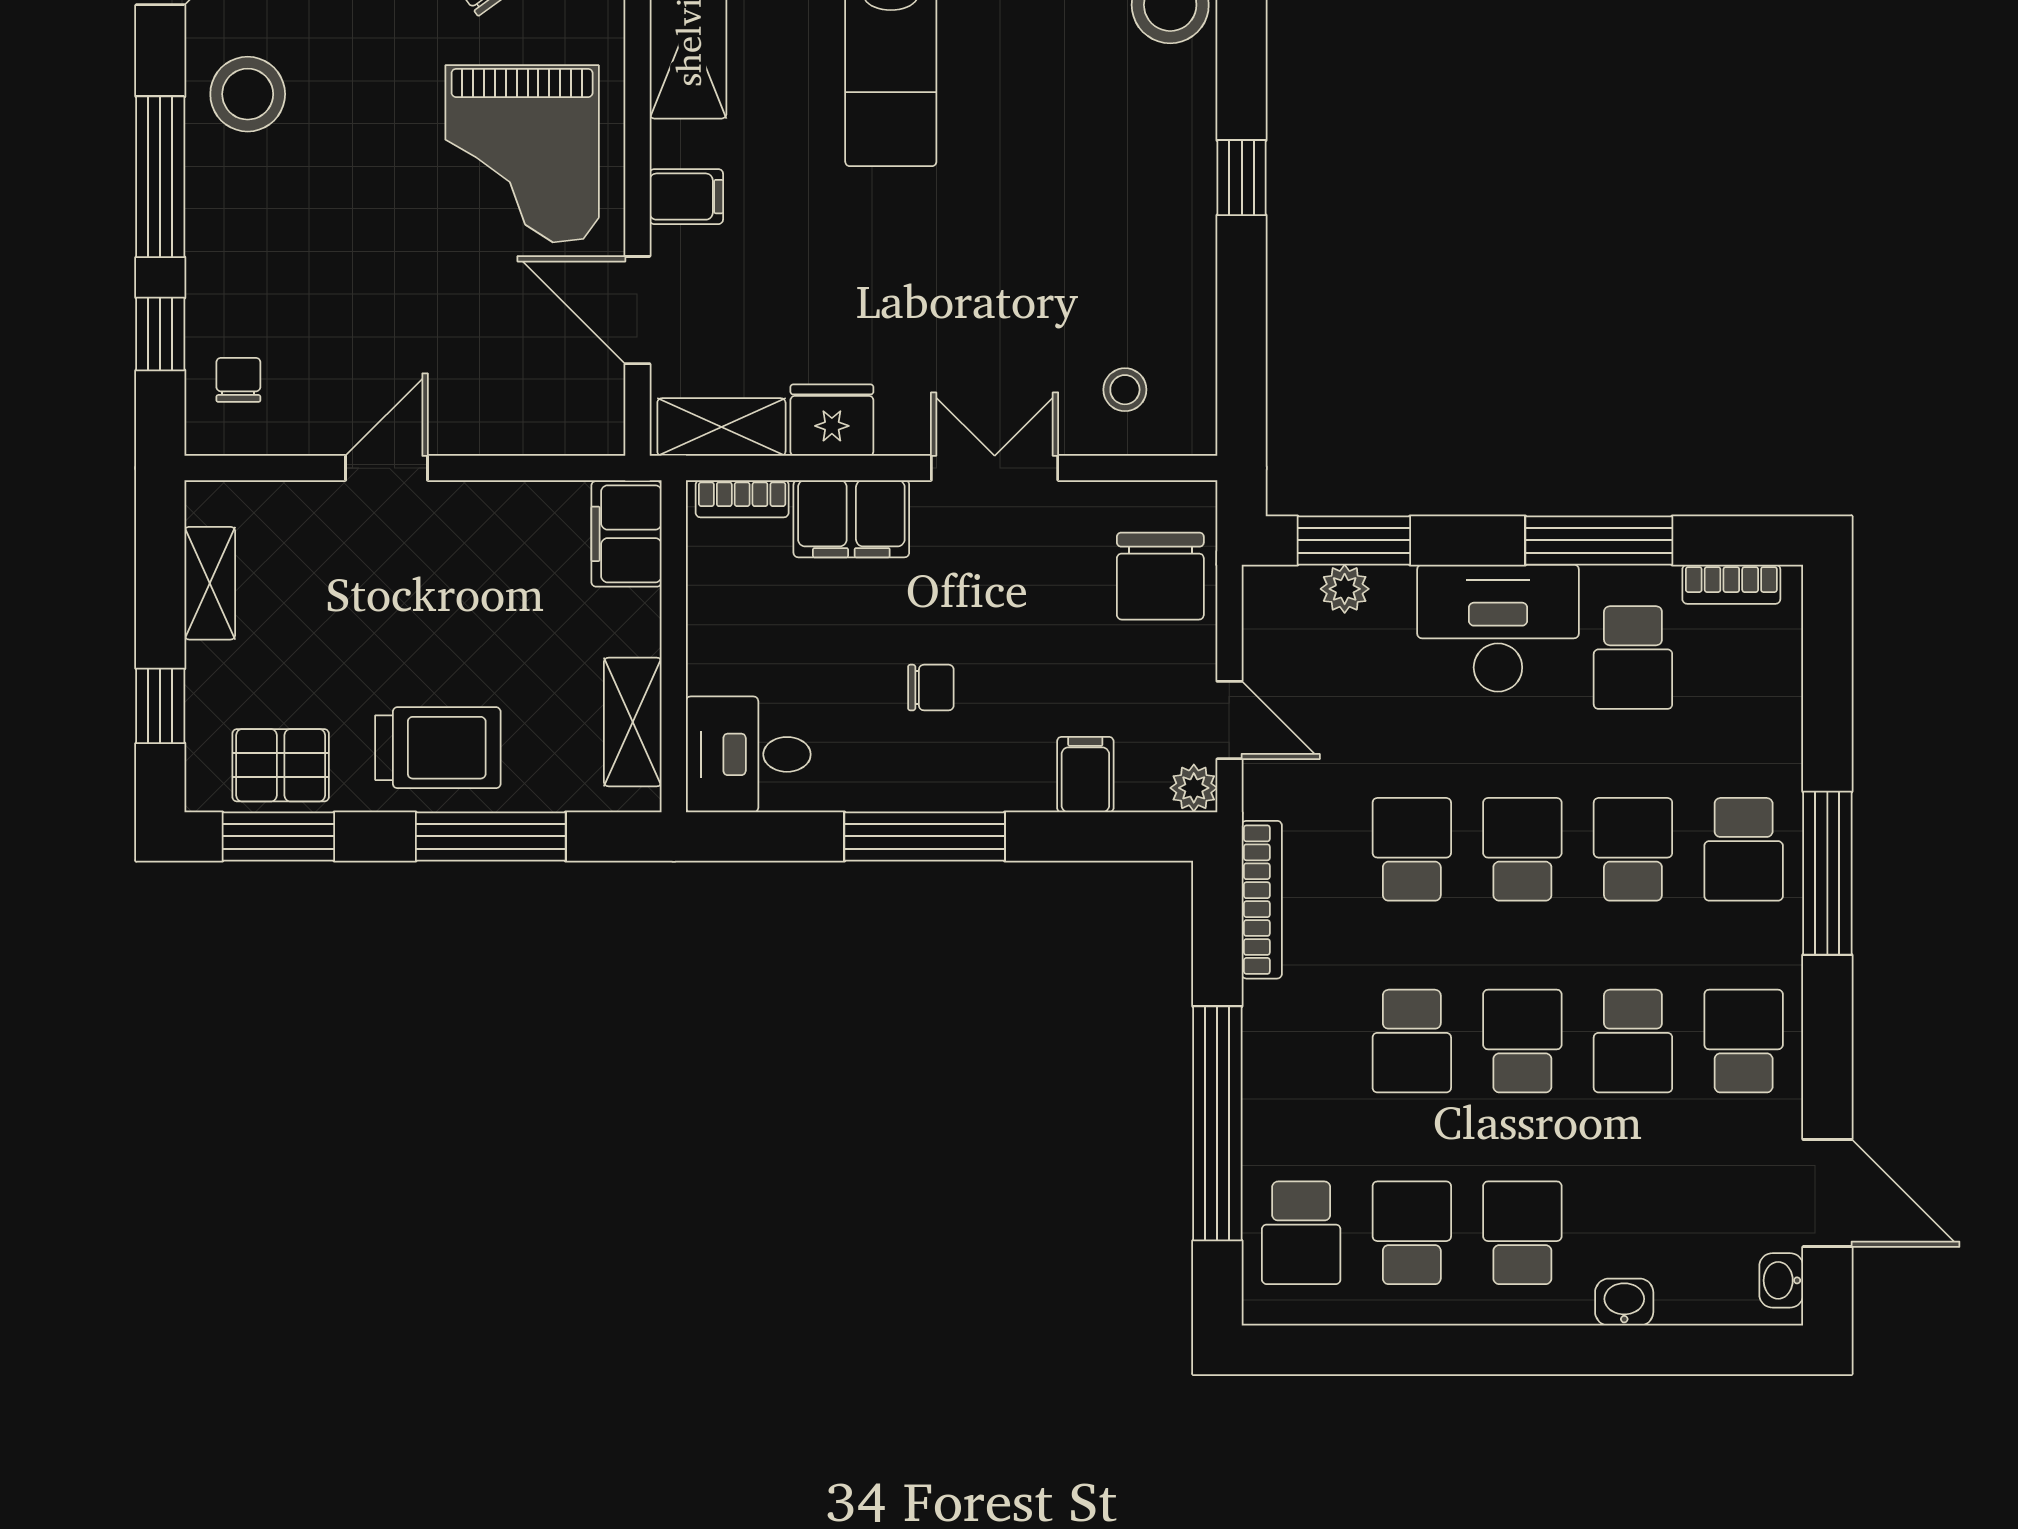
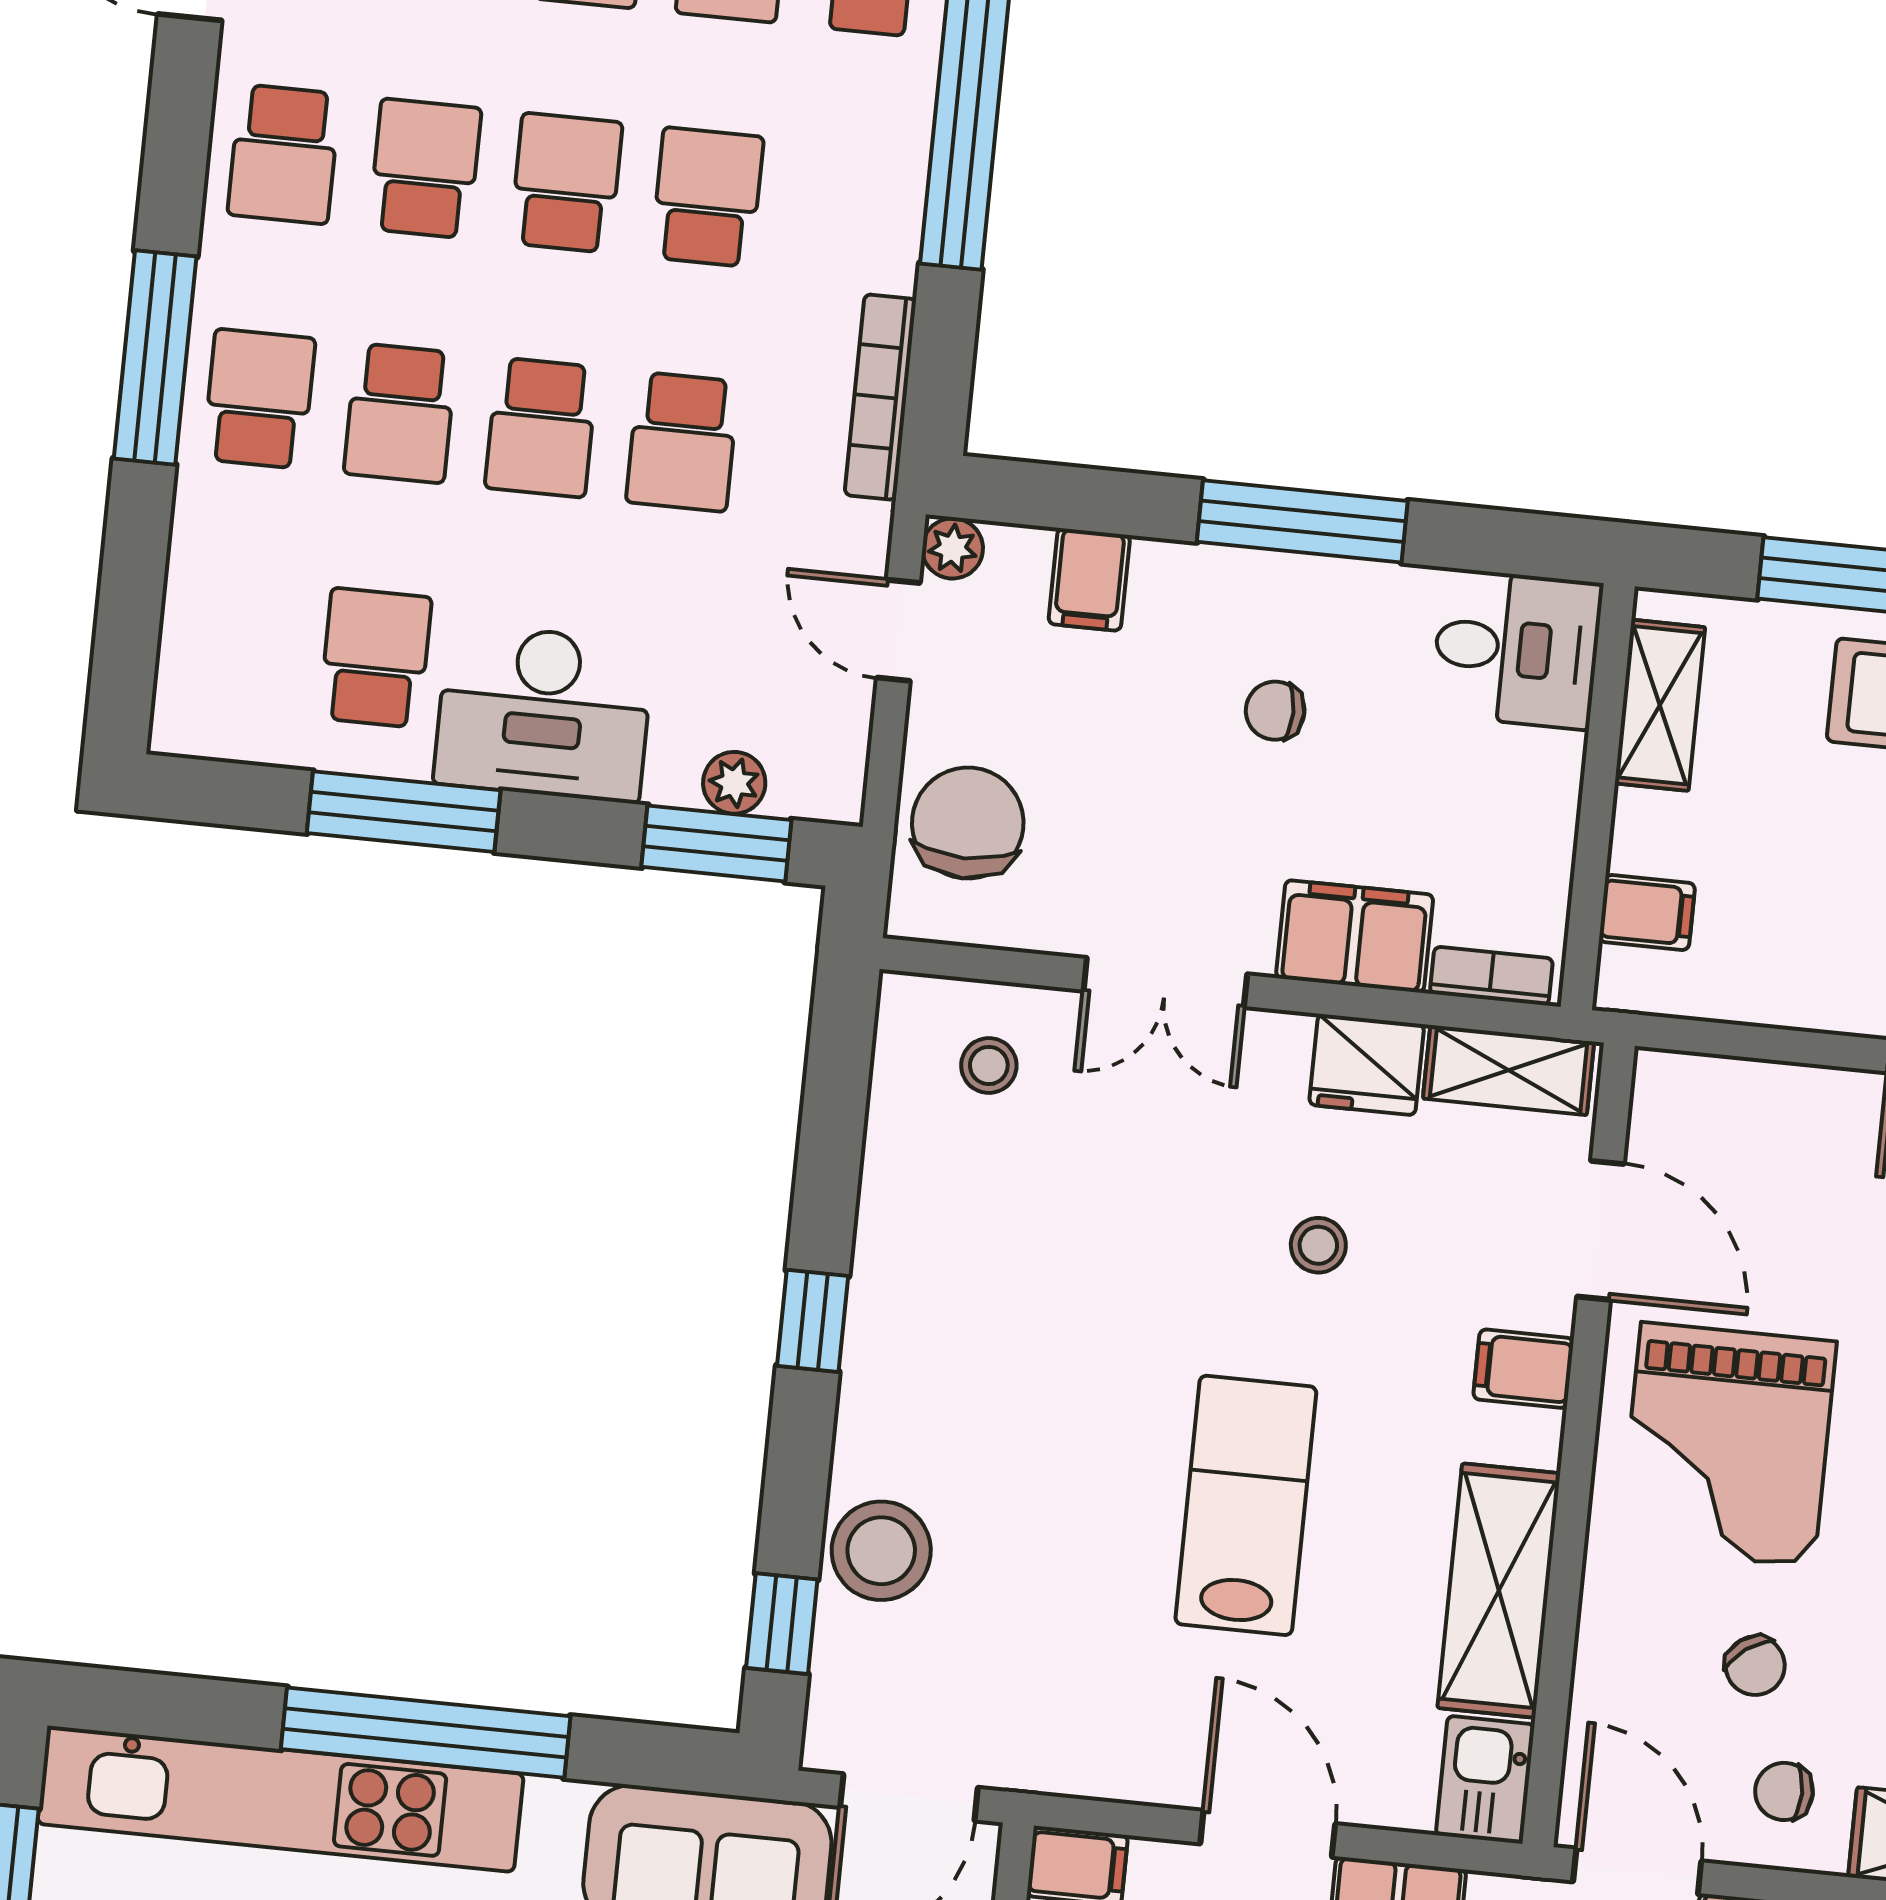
grand piano: (522, 154) -> (1727, 1445), turned 180
stool: (855, 276) -> (1318, 1245), added
filing cabinet: (626, 534) -> (1647, 912), width x0.50
bookcase: (1731, 584) -> (240, 739), removed
school desk: (1522, 1041) -> (566, 183), turned 180

